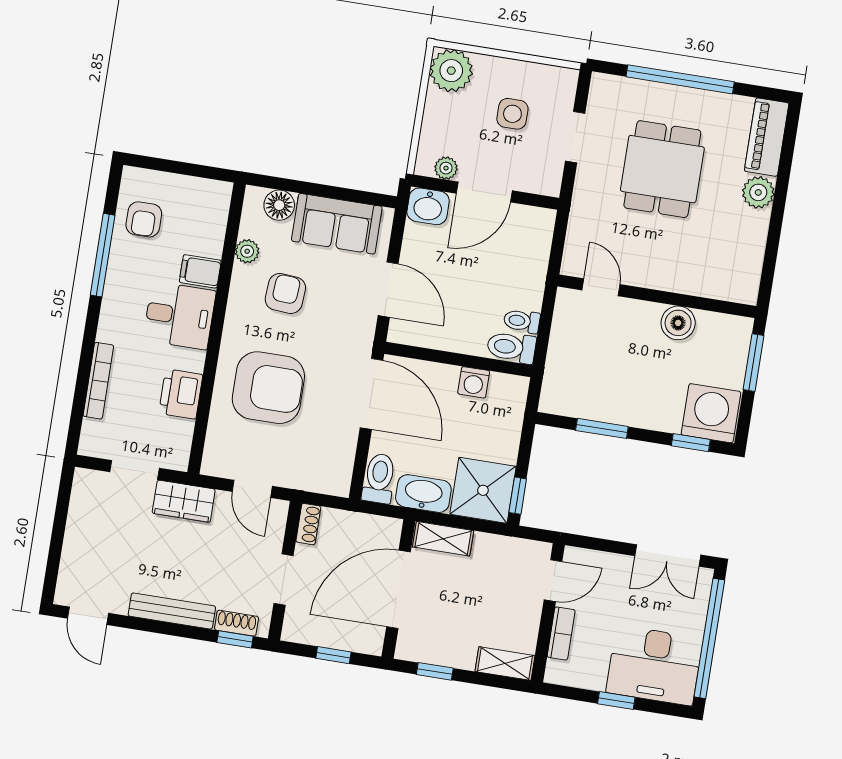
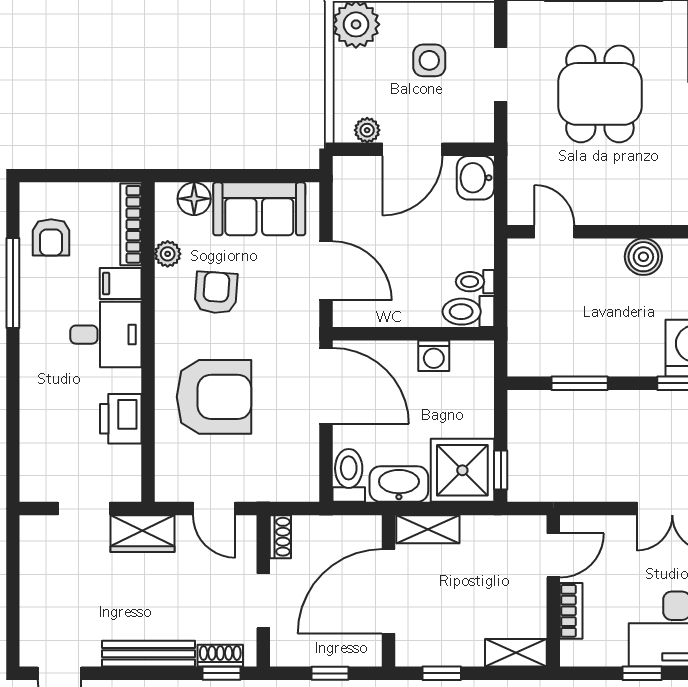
washbasin: (428, 206) -> (475, 178), moved, turned 90
bookcase: (98, 381) -> (131, 224), moved, turned 180

